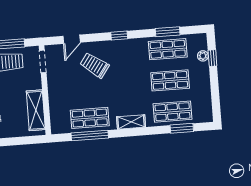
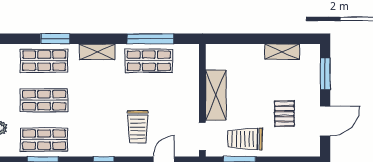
trolley: (94, 65) -> (138, 127), turned 54
shelving: (36, 110) -> (216, 95), moved
window: (182, 128) -> (55, 39), moved

